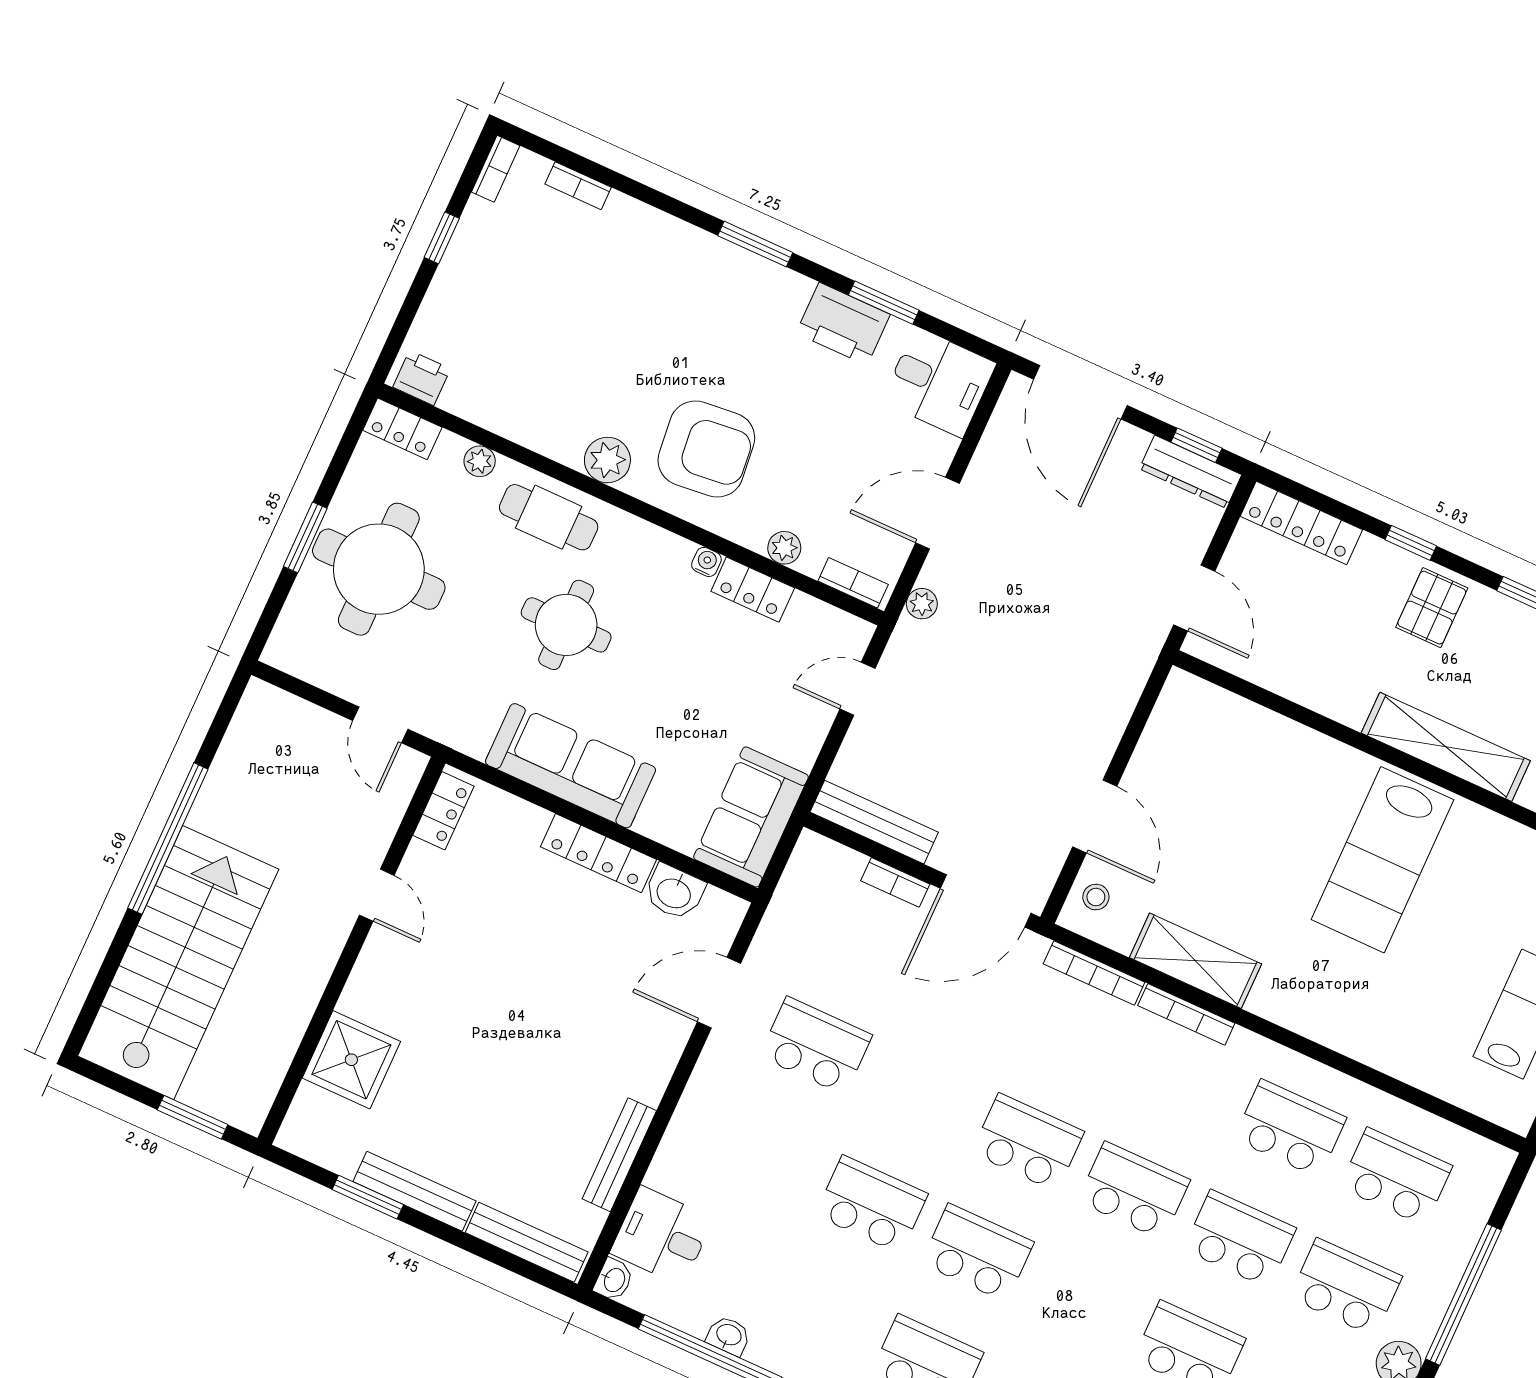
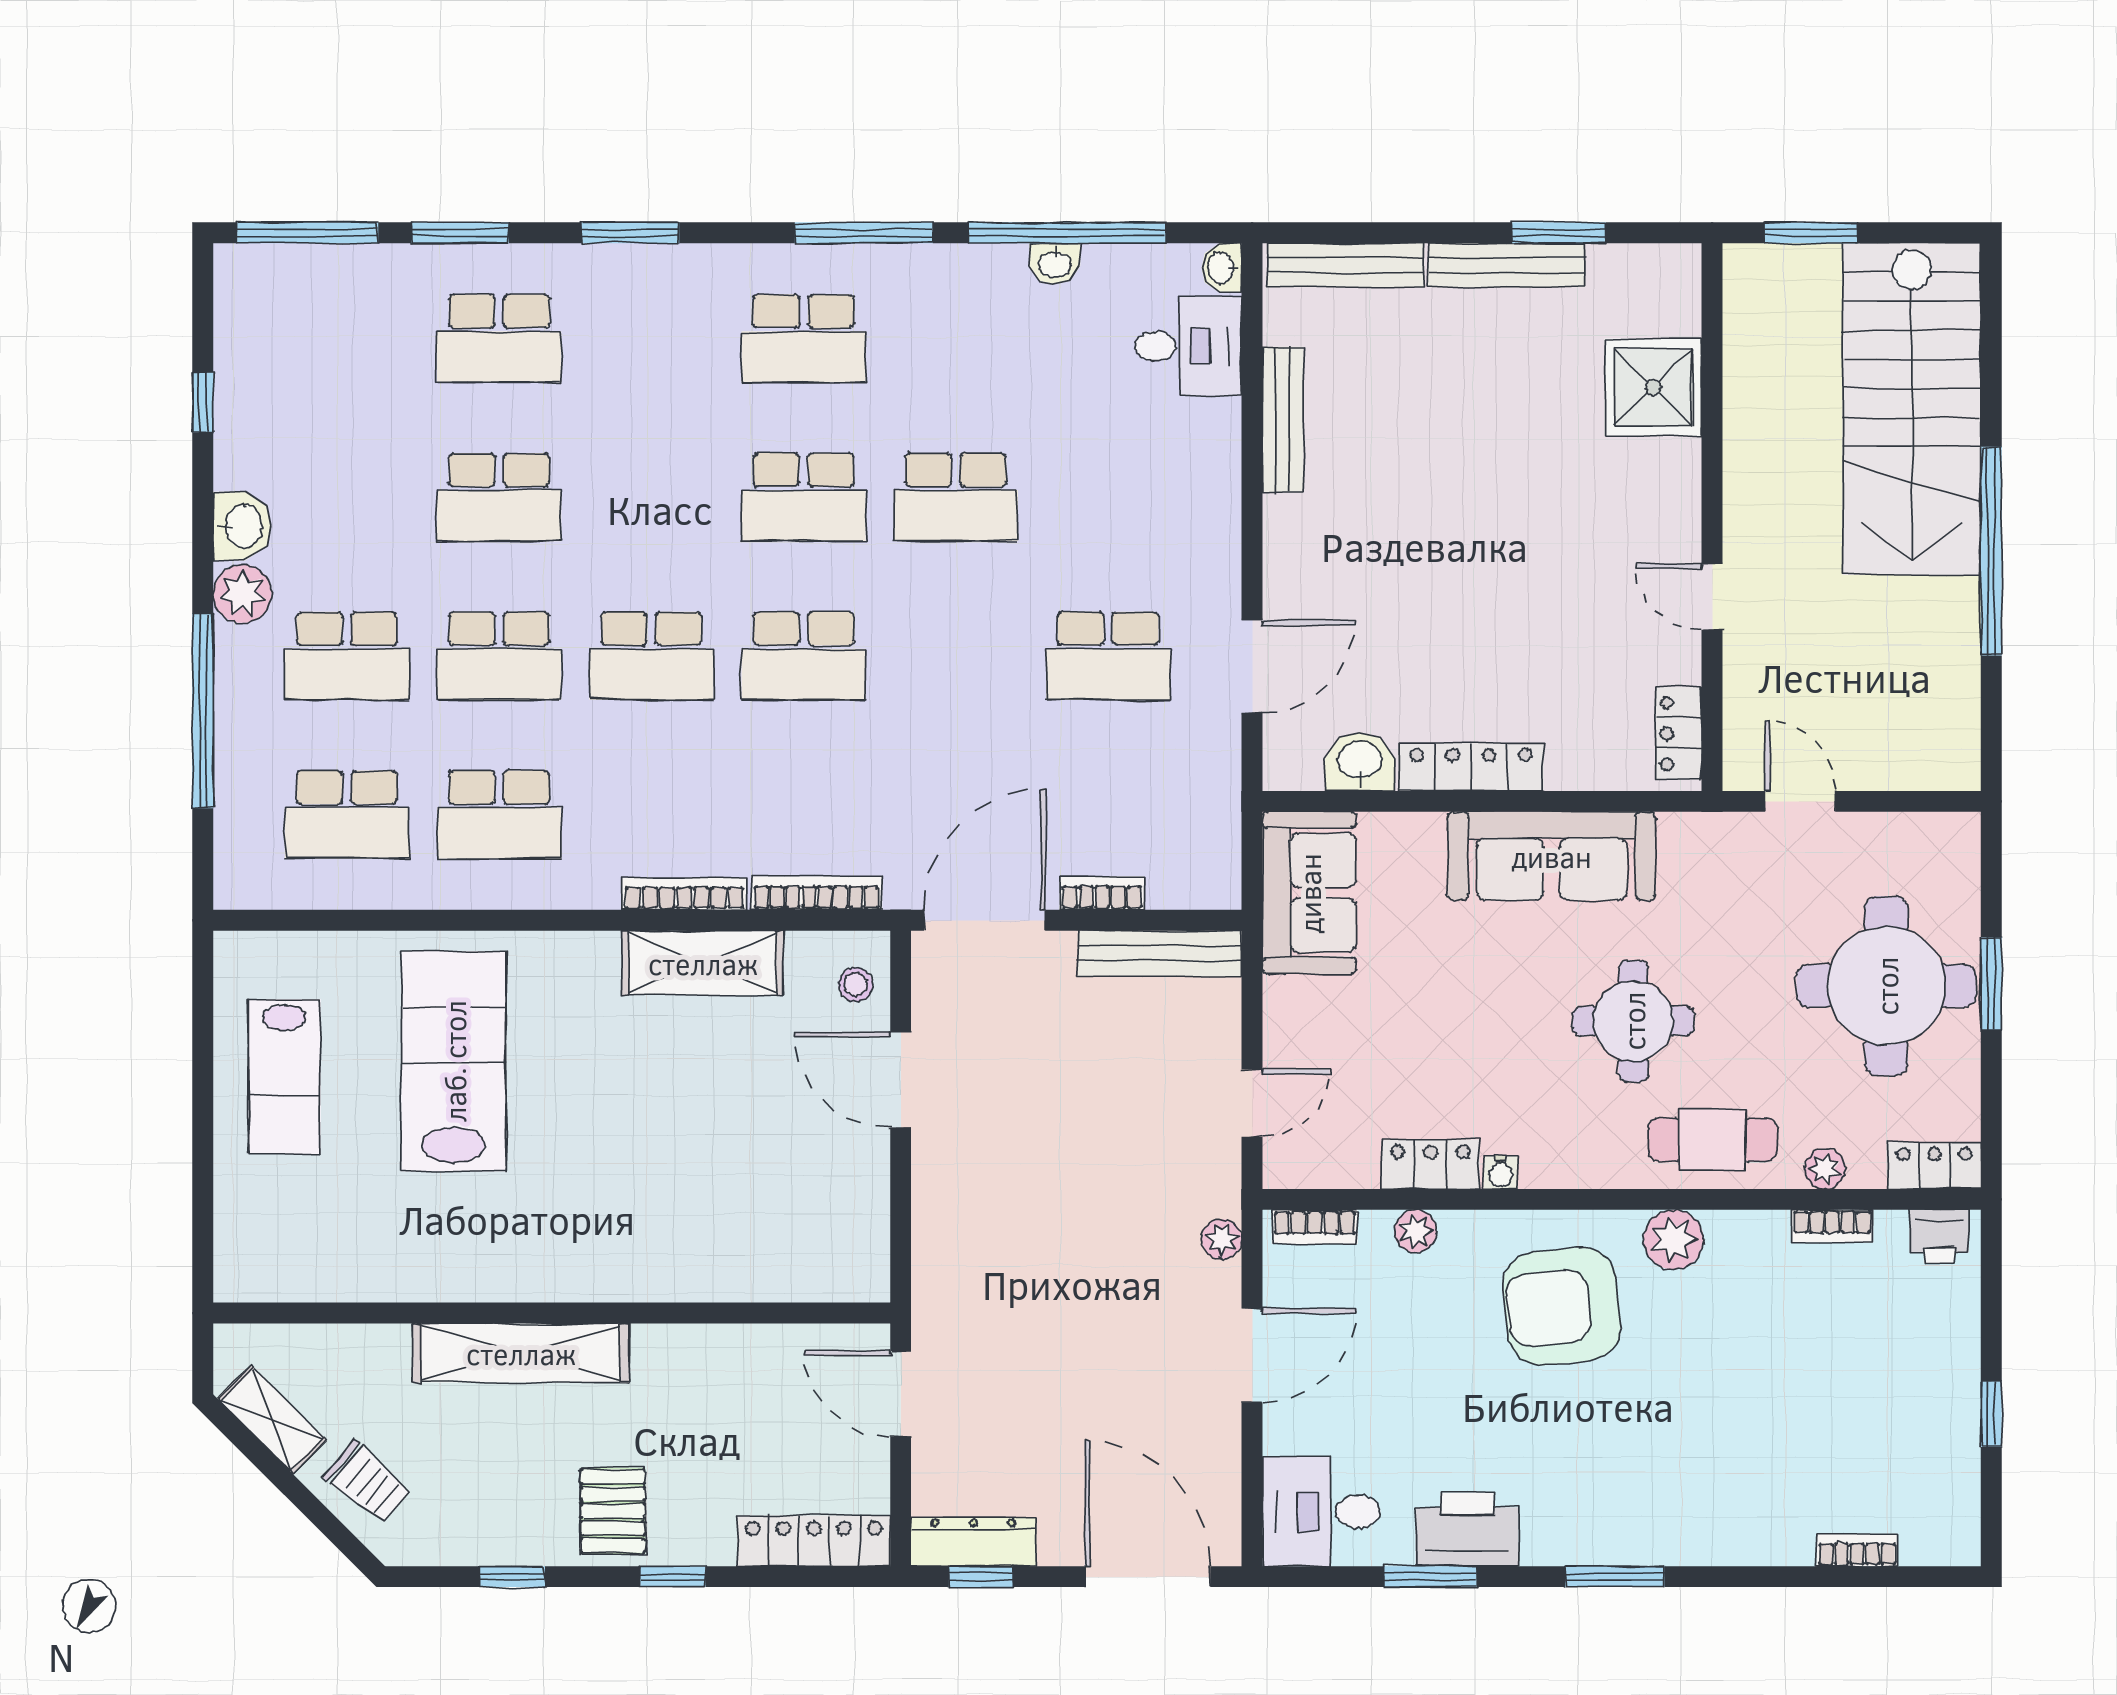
bookcase: (496, 169) -> (1832, 1226), moved, turned -90
lab bench: (1383, 860) -> (454, 1061), moved

